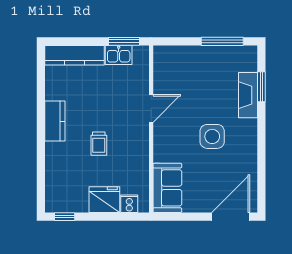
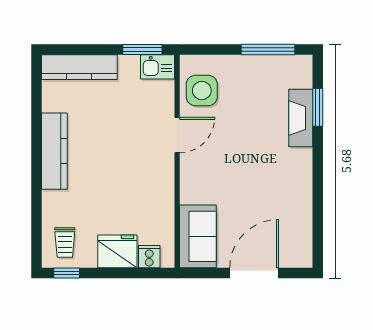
kitchen sink: (119, 55) -> (157, 67), moved
kitchen counter: (55, 121) -> (54, 151), width x1.50
side table: (212, 136) -> (202, 91), moved
trolley: (99, 144) -> (65, 242), moved
door: (231, 217) -> (254, 273), moved

